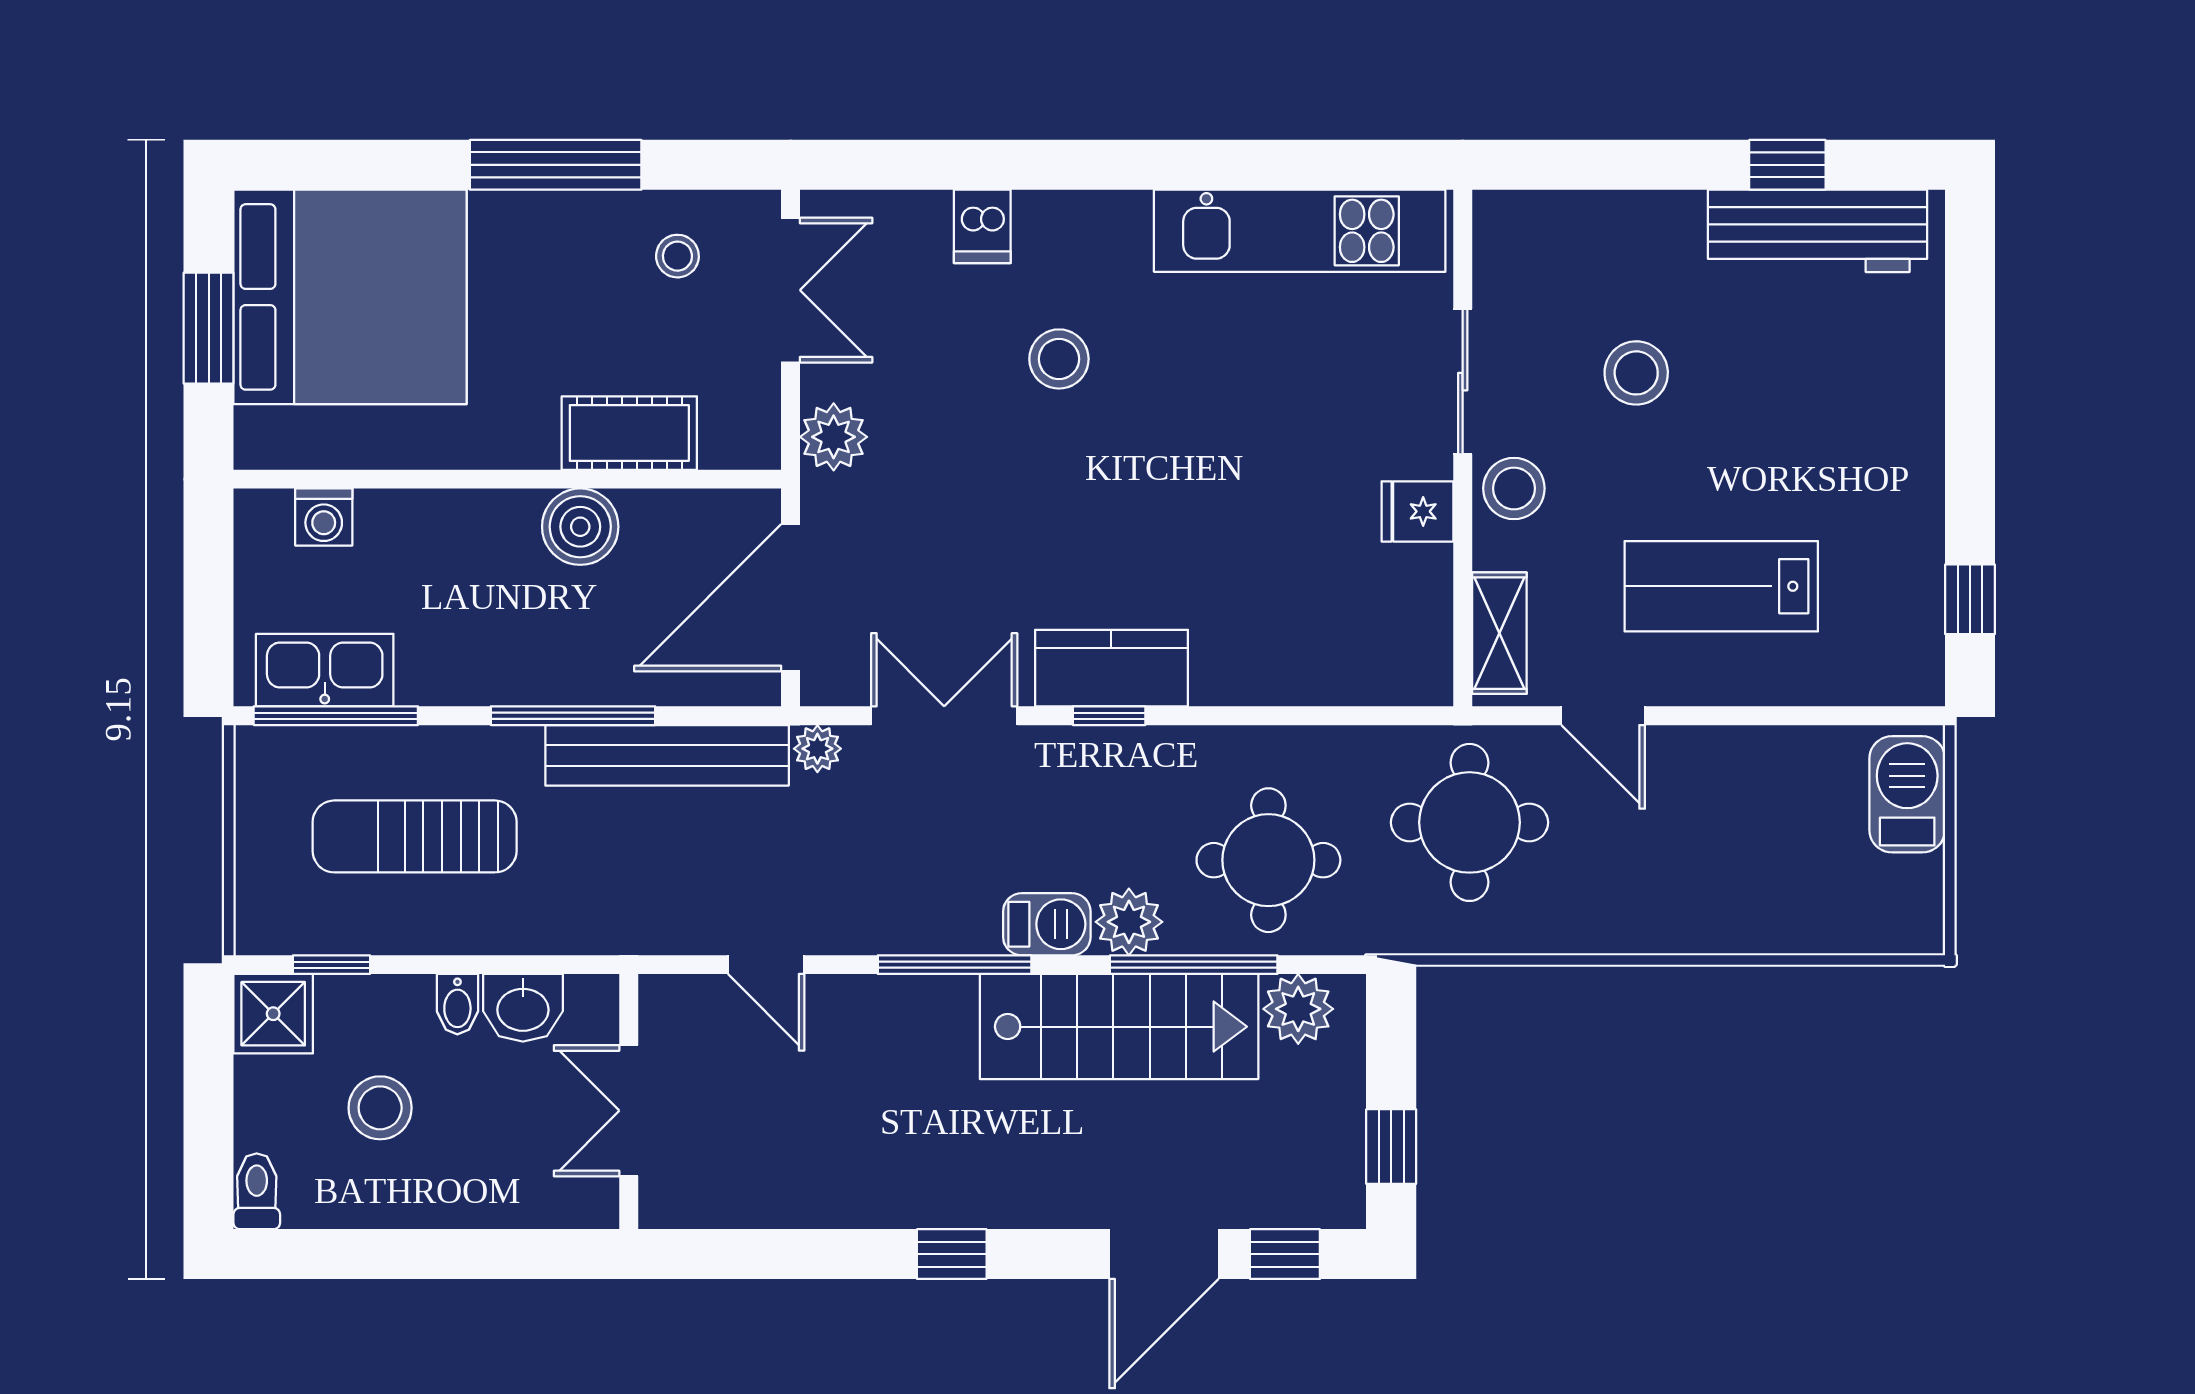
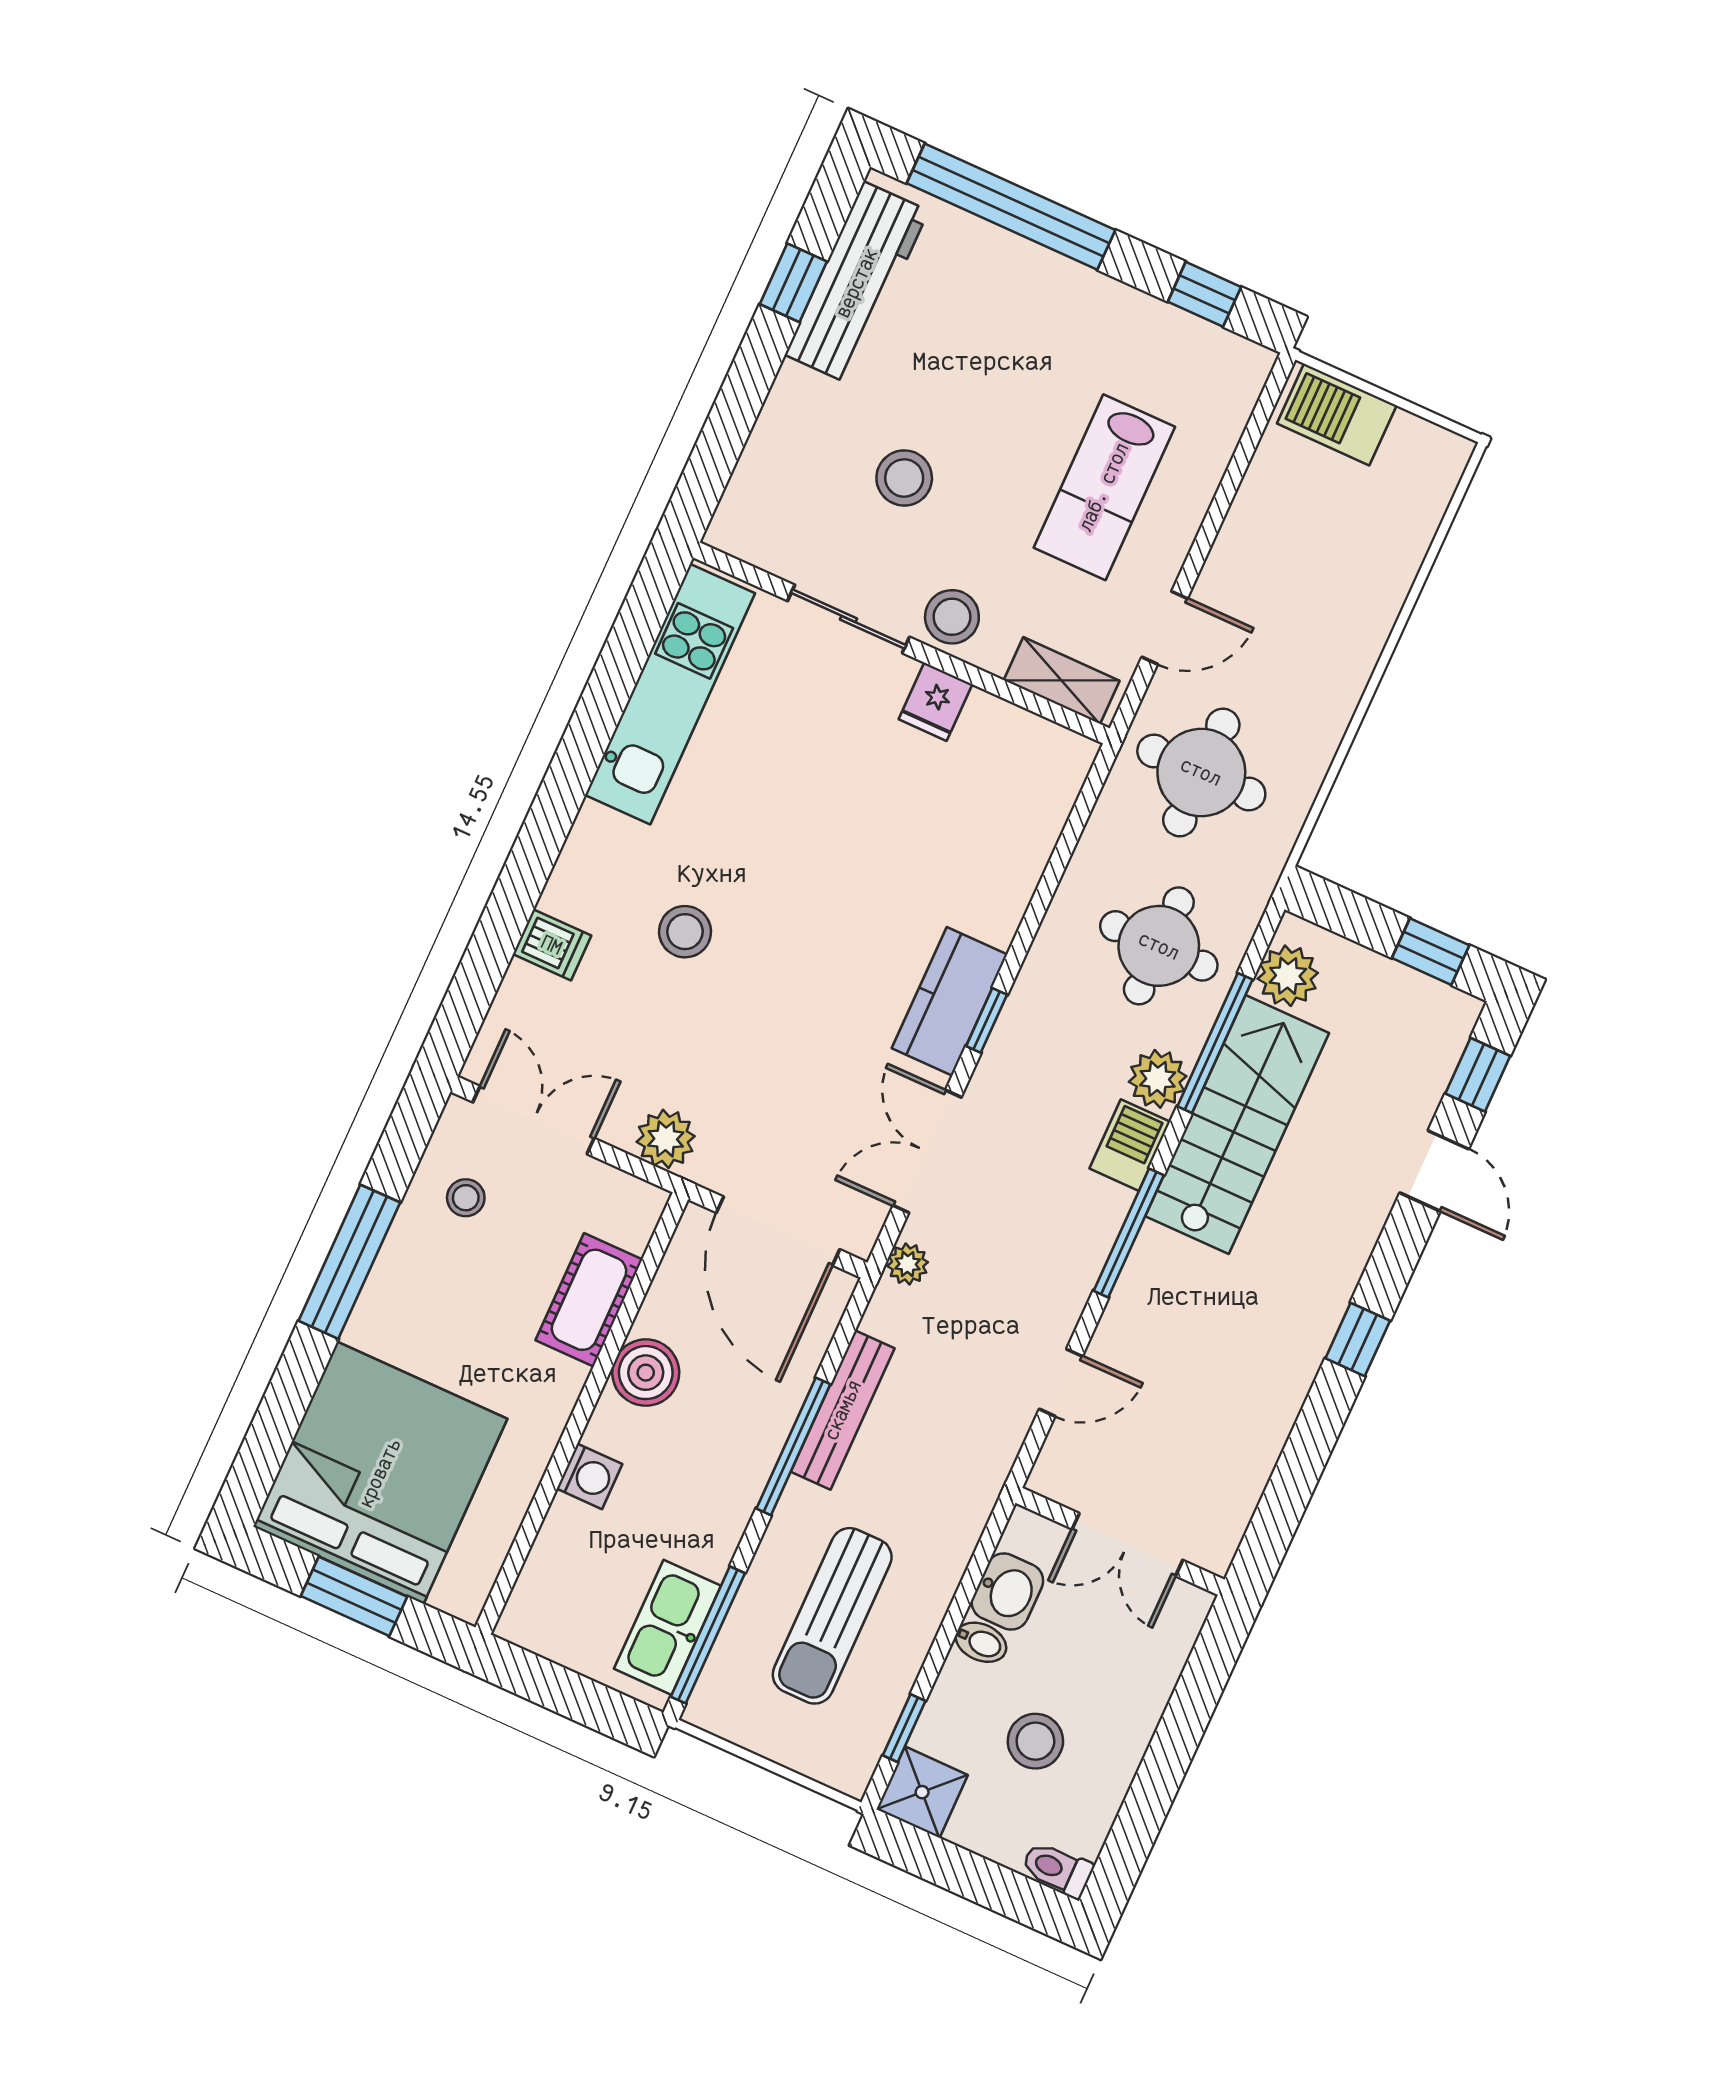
window: (1970, 356) -> (1011, 207), added
washing machine: (324, 517) -> (589, 1476), moved
bench: (667, 755) -> (843, 1410), width x0.73, depth x0.82
door: (1164, 1254) -> (1434, 1171), width x0.73

